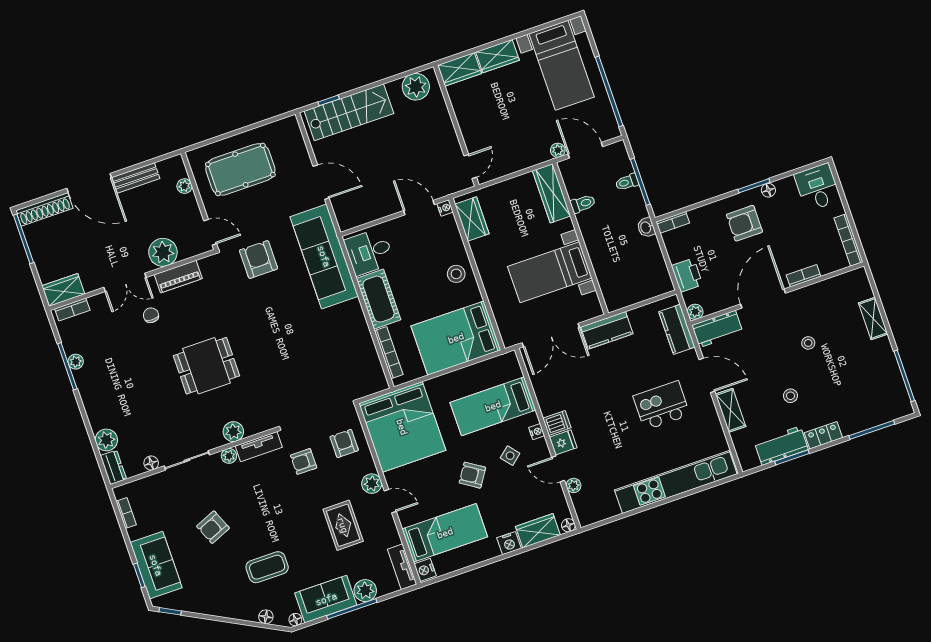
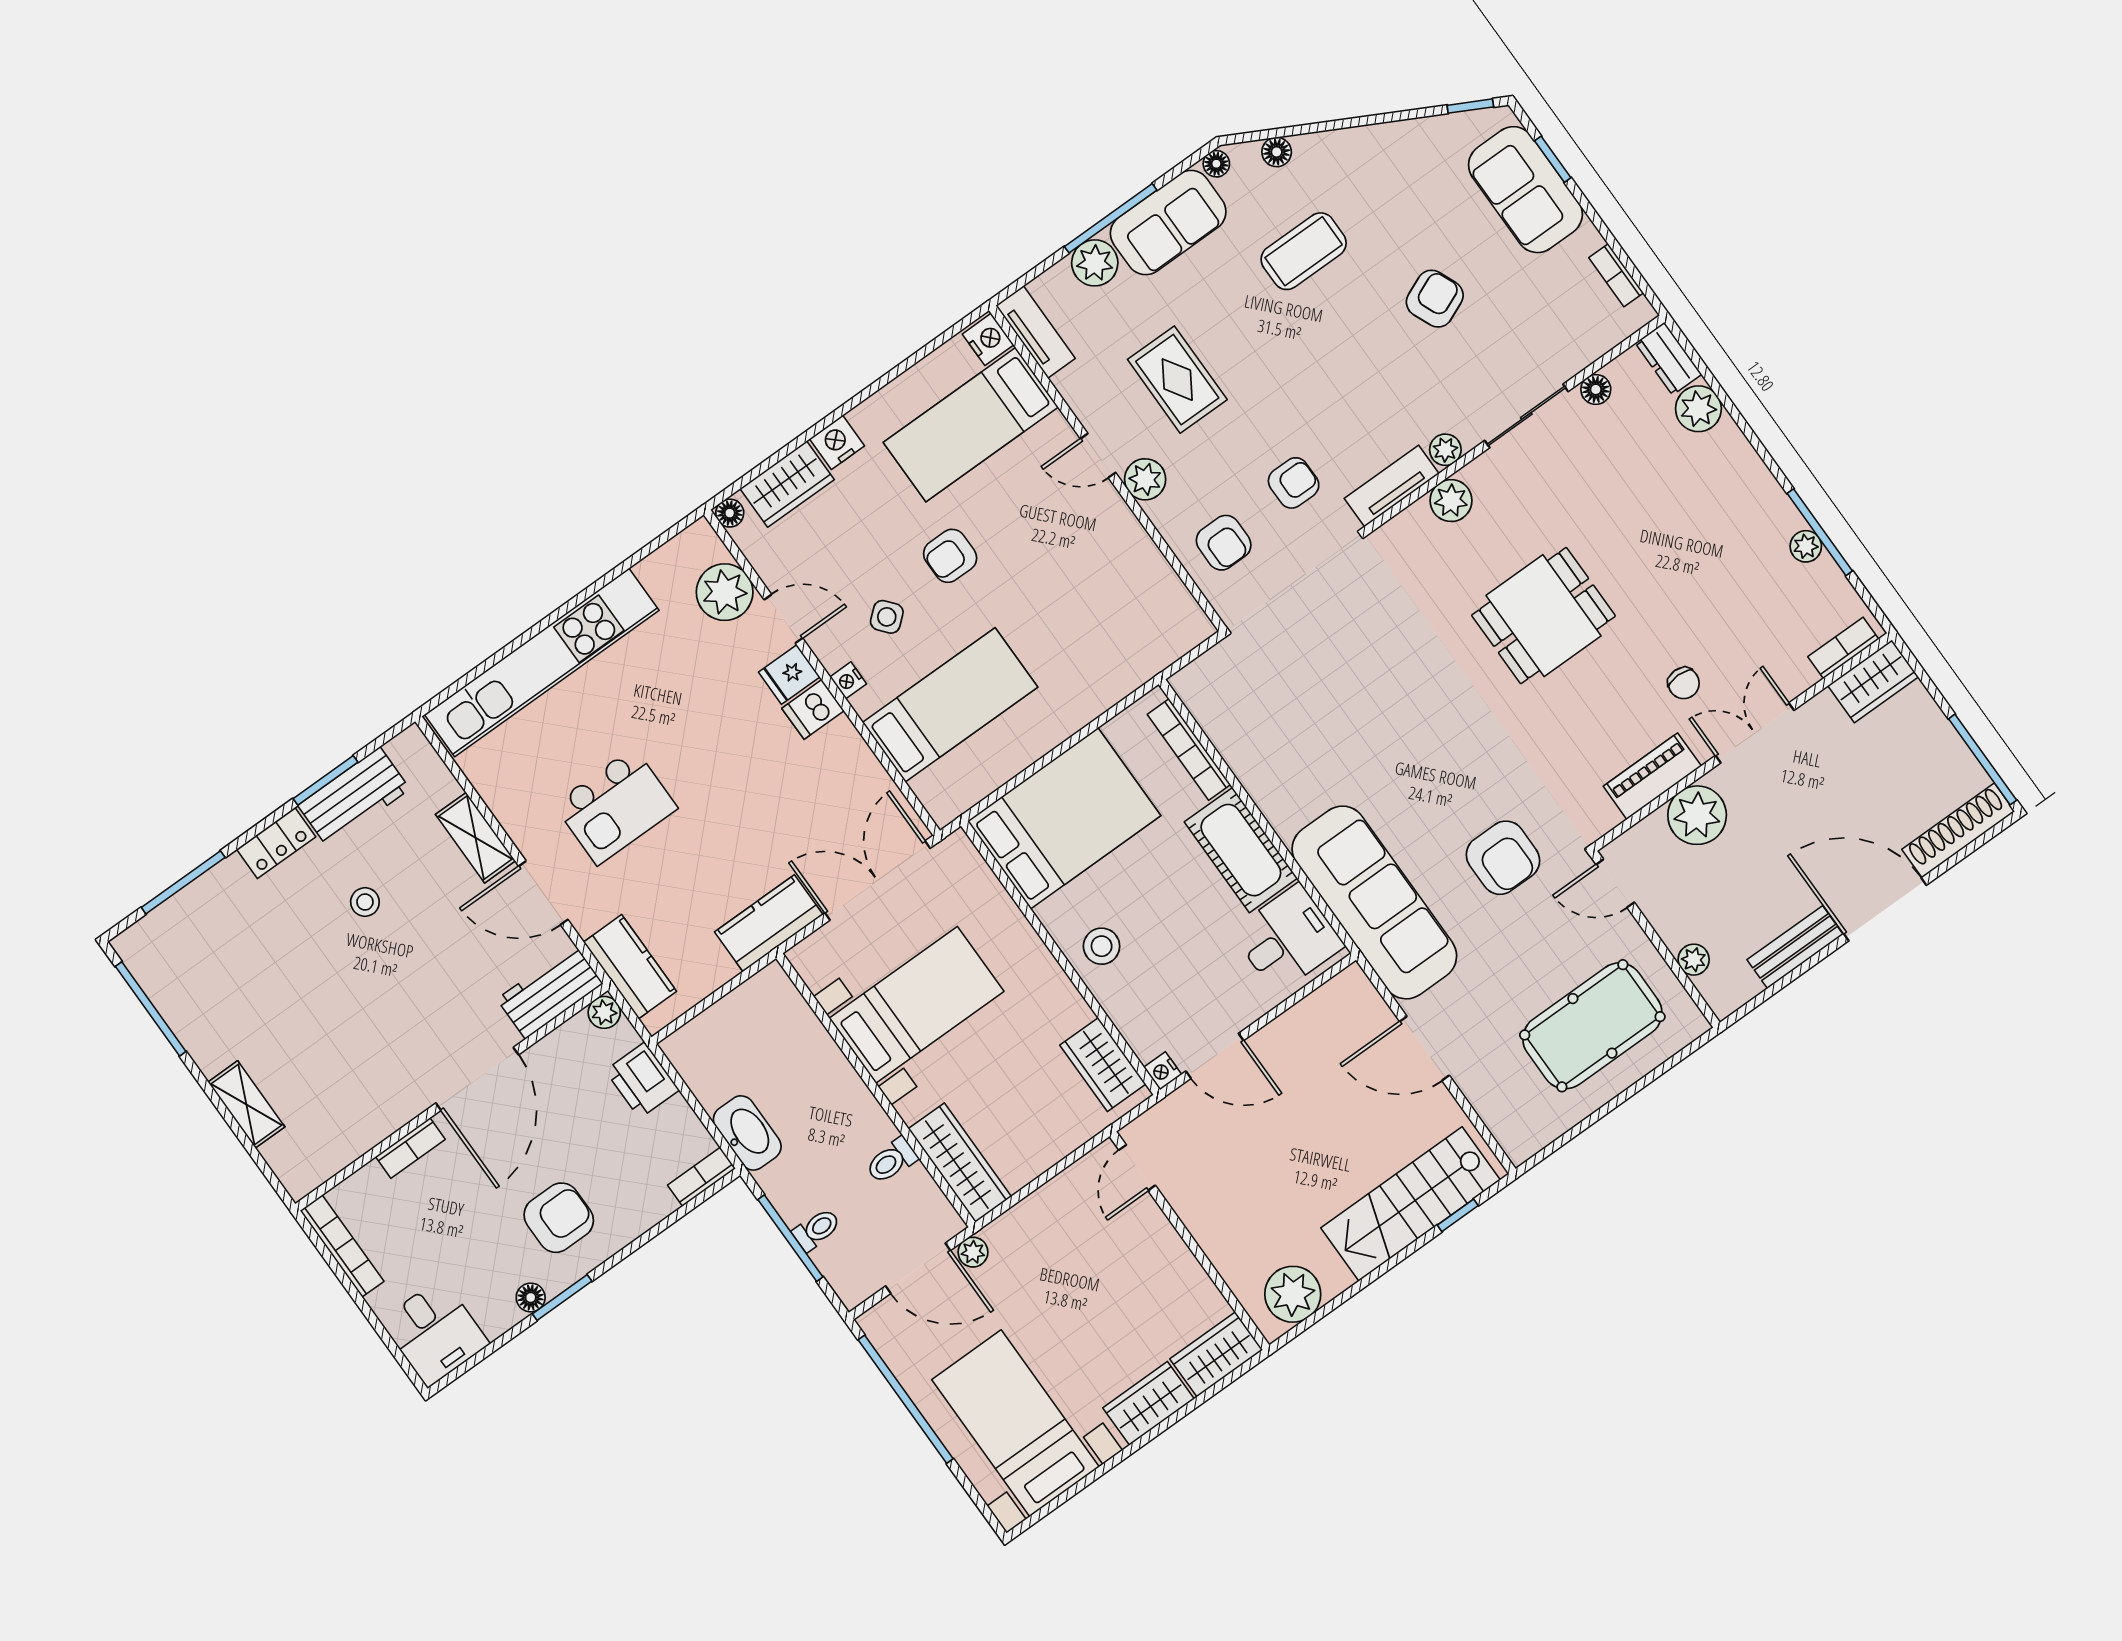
washbasin: (646, 227) -> (747, 1133), width x1.91, depth x1.45
stool: (808, 343) -> (361, 1017), removed
bed: (402, 427) -> (1118, 610), removed
armchair: (472, 475) -> (950, 556), turned 147
plant: (574, 485) -> (725, 592), width x1.88, depth x1.88

